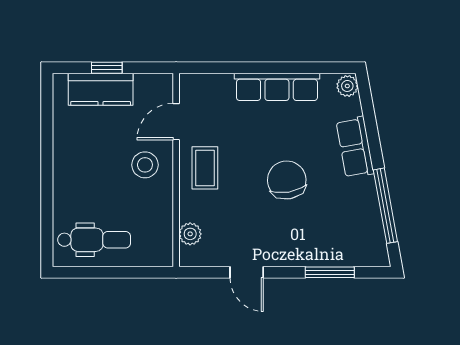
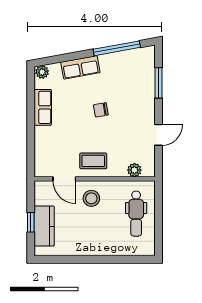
row of seats: (277, 87) -> (43, 107), width x0.68
chair: (287, 180) -> (101, 110), width x0.54, depth x0.54
dental chair: (94, 240) -> (136, 214), moved, turned 180

